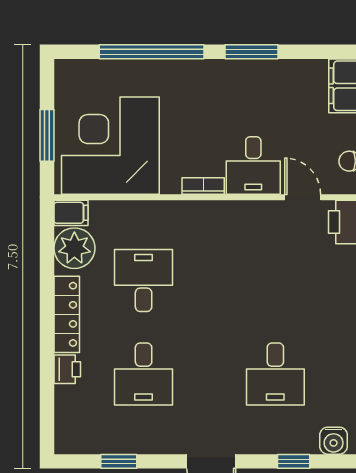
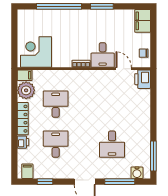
window: (47, 135) -> (14, 42), removed
corner desk: (110, 146) -> (36, 52), width x0.74, depth x0.74
desk: (144, 374) -> (56, 144), turned 180
filing cabinet: (77, 437) -> (27, 171), added
window: (294, 461) -> (120, 182), width x2.17

